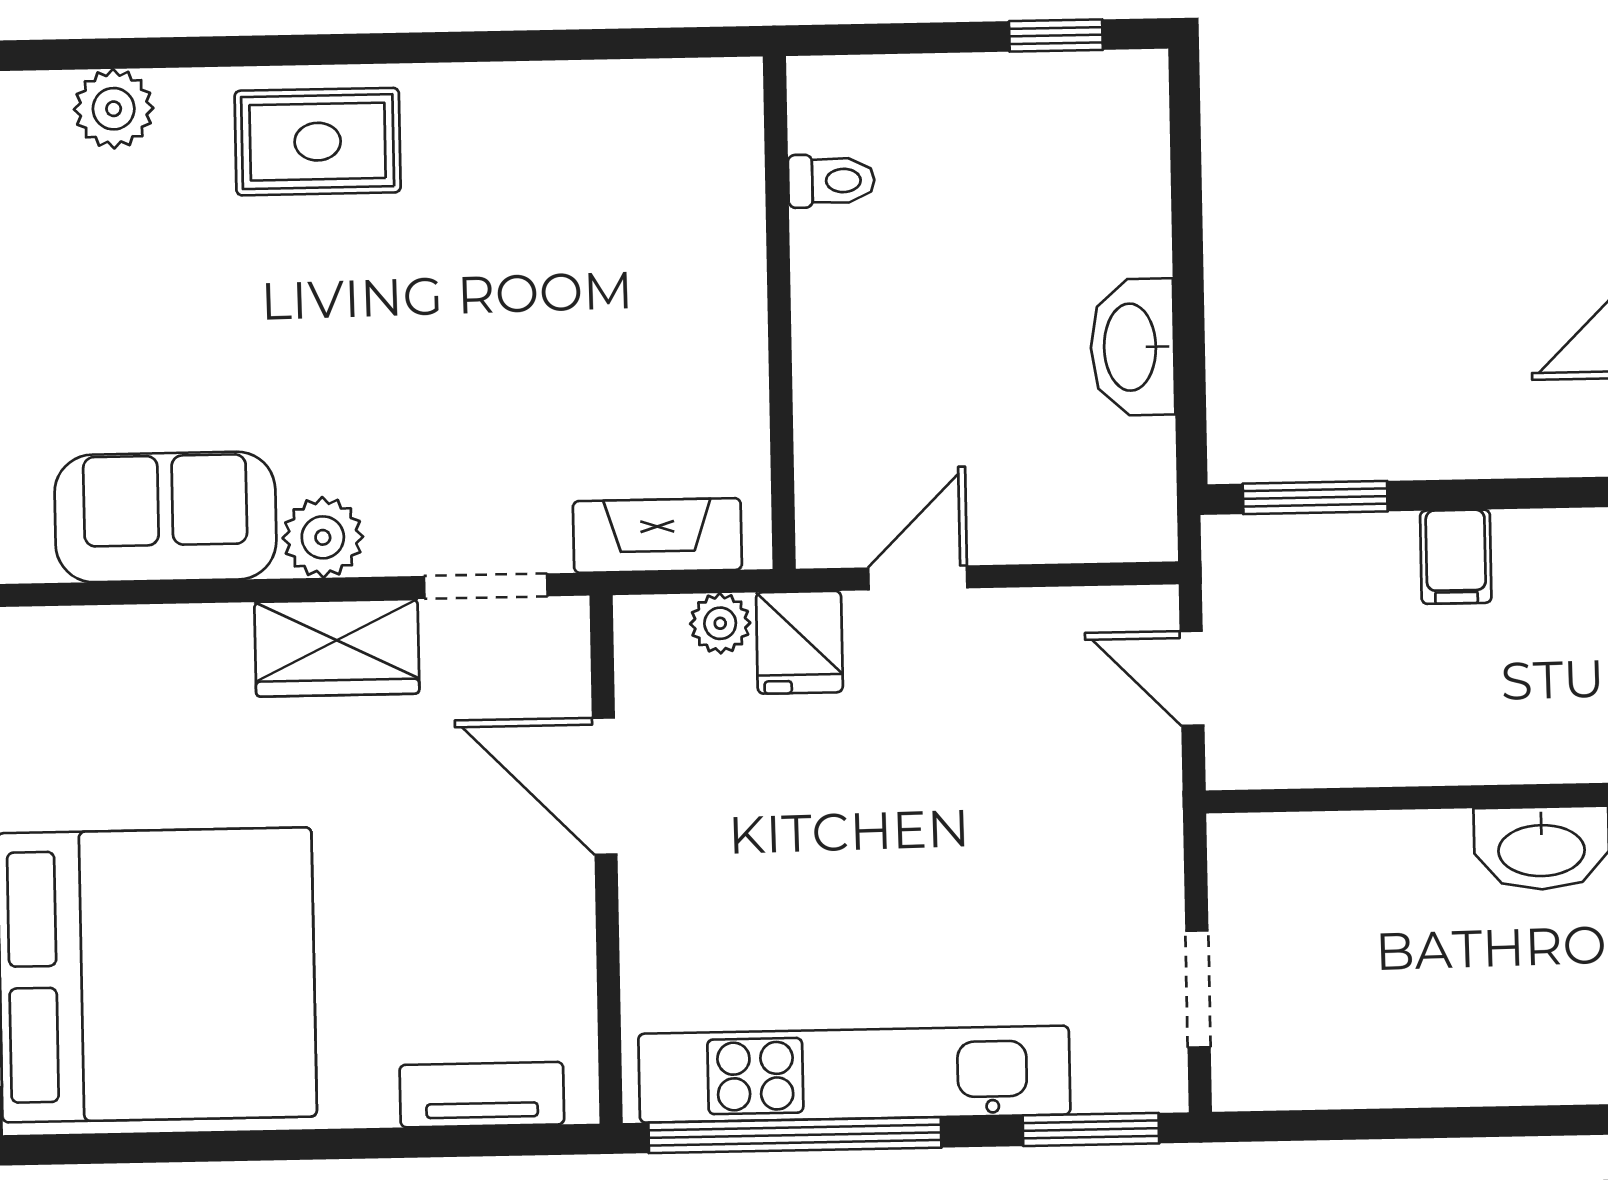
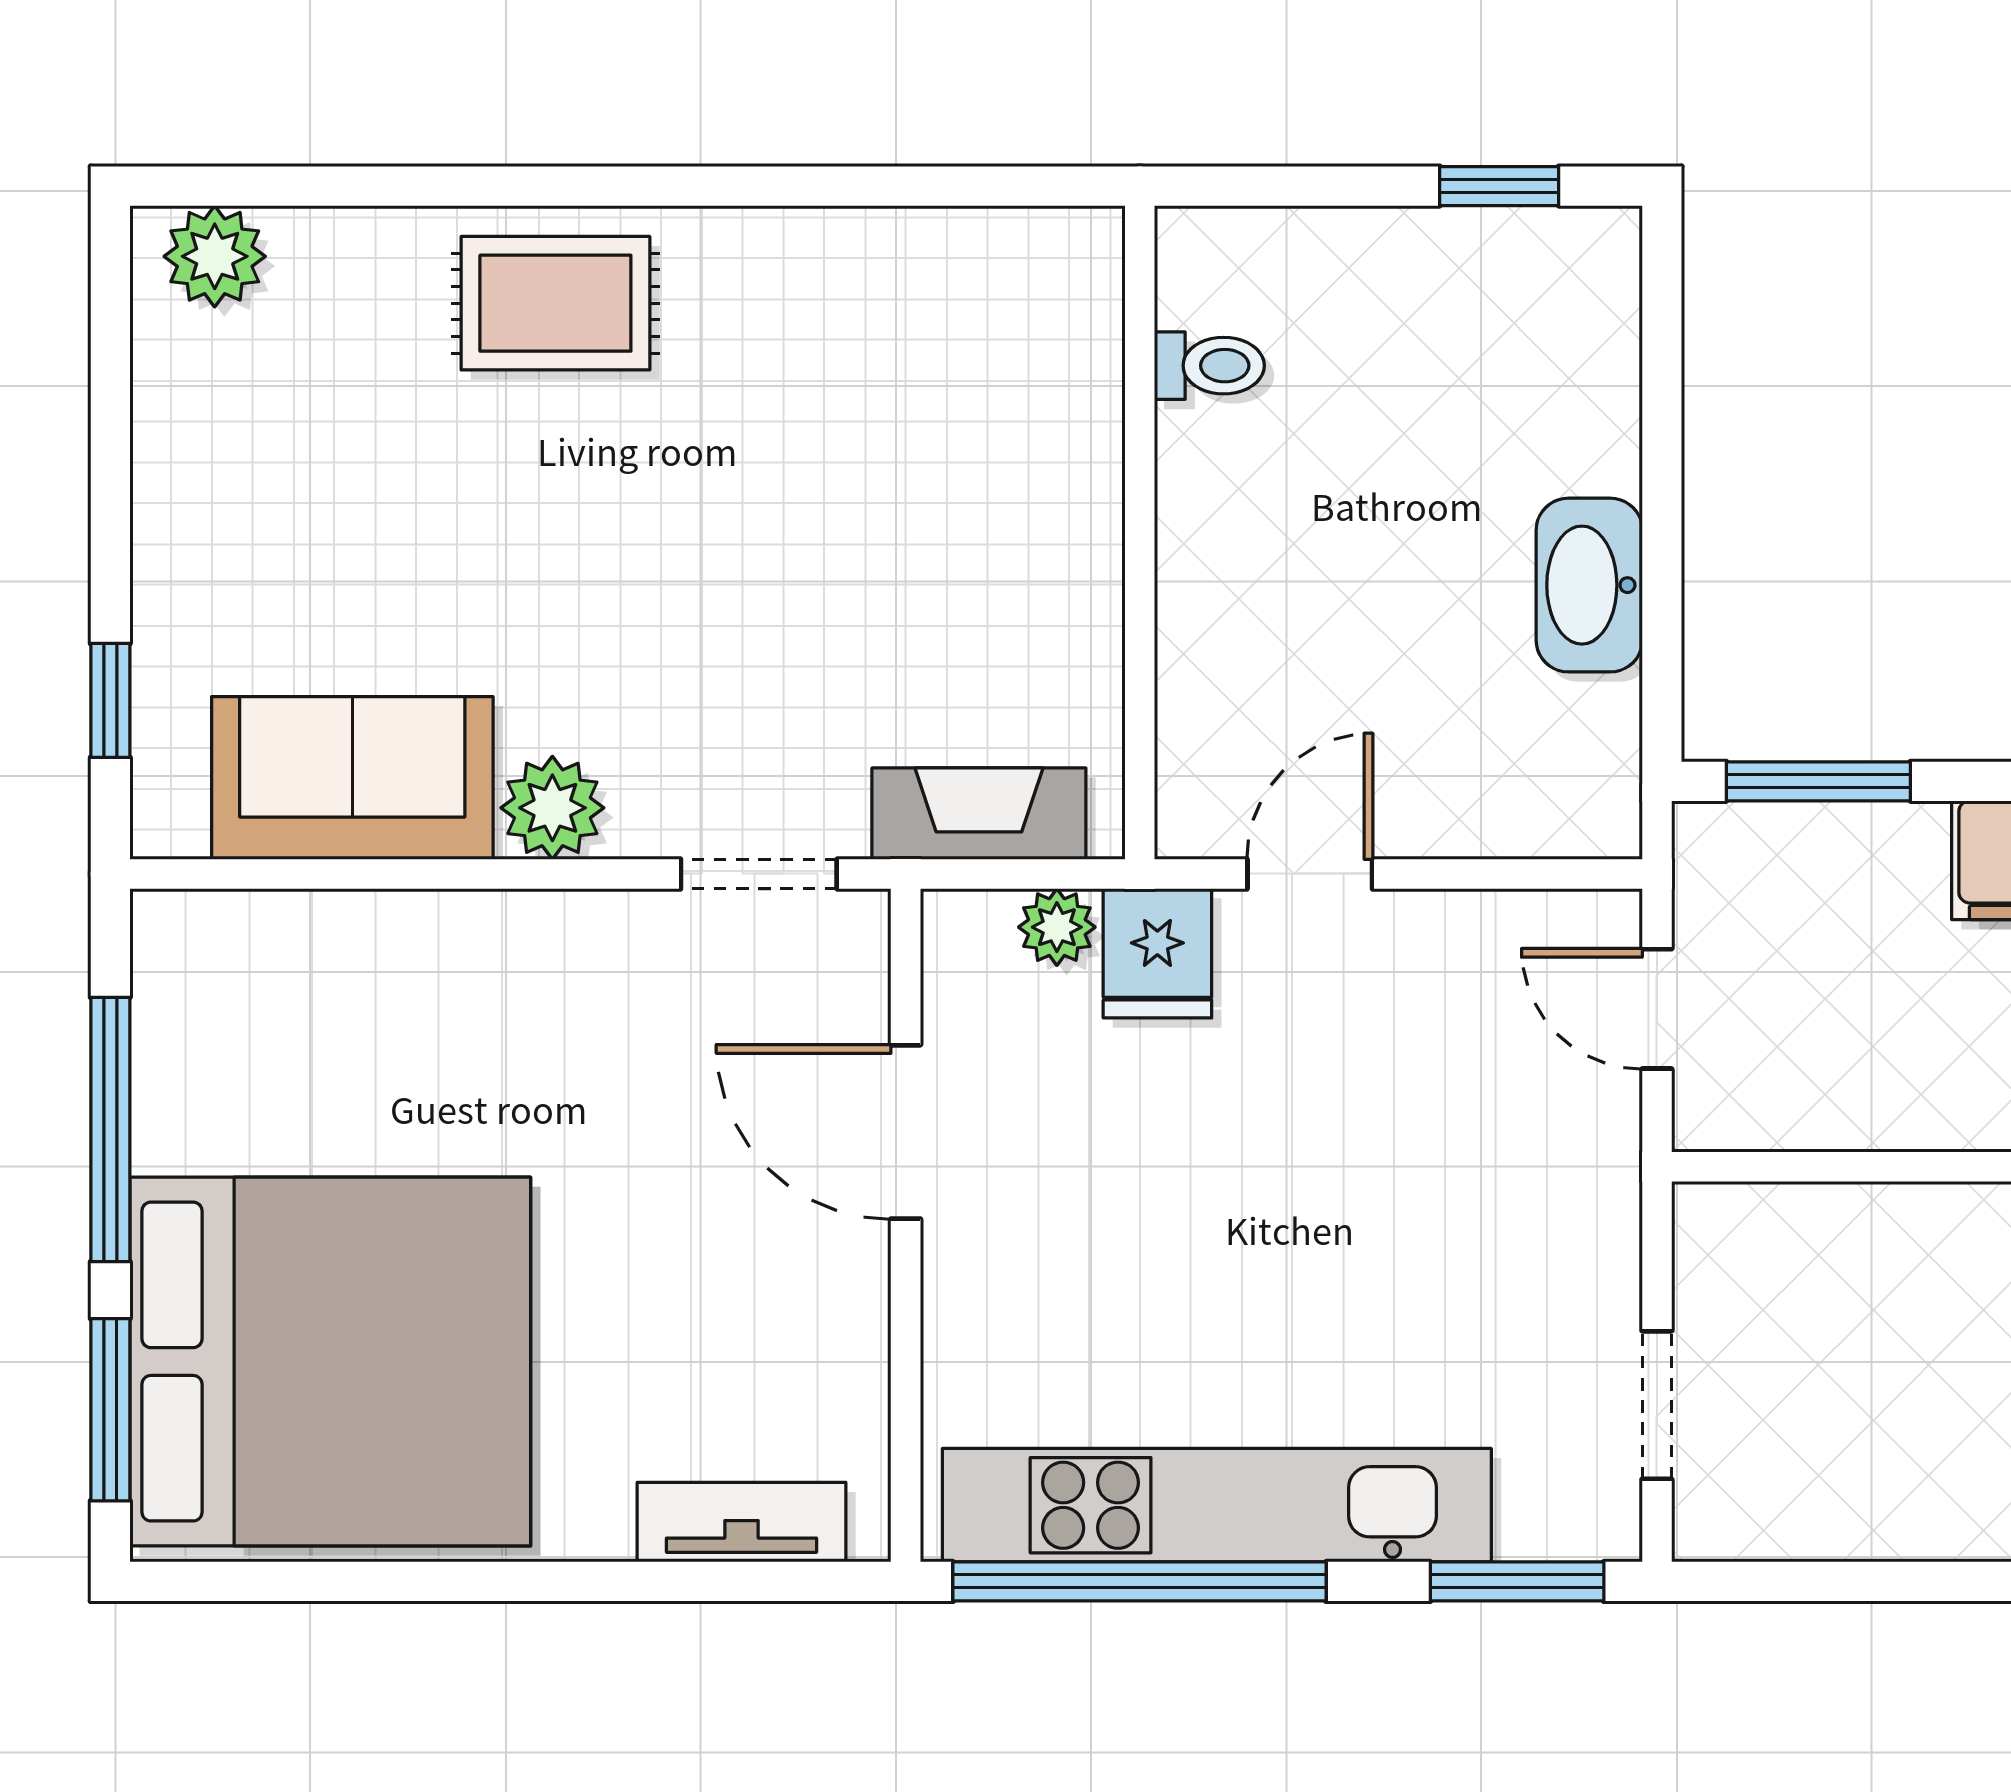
plant: (114, 109) -> (215, 256), moved
wardrobe: (337, 648) -> (568, 949), removed

